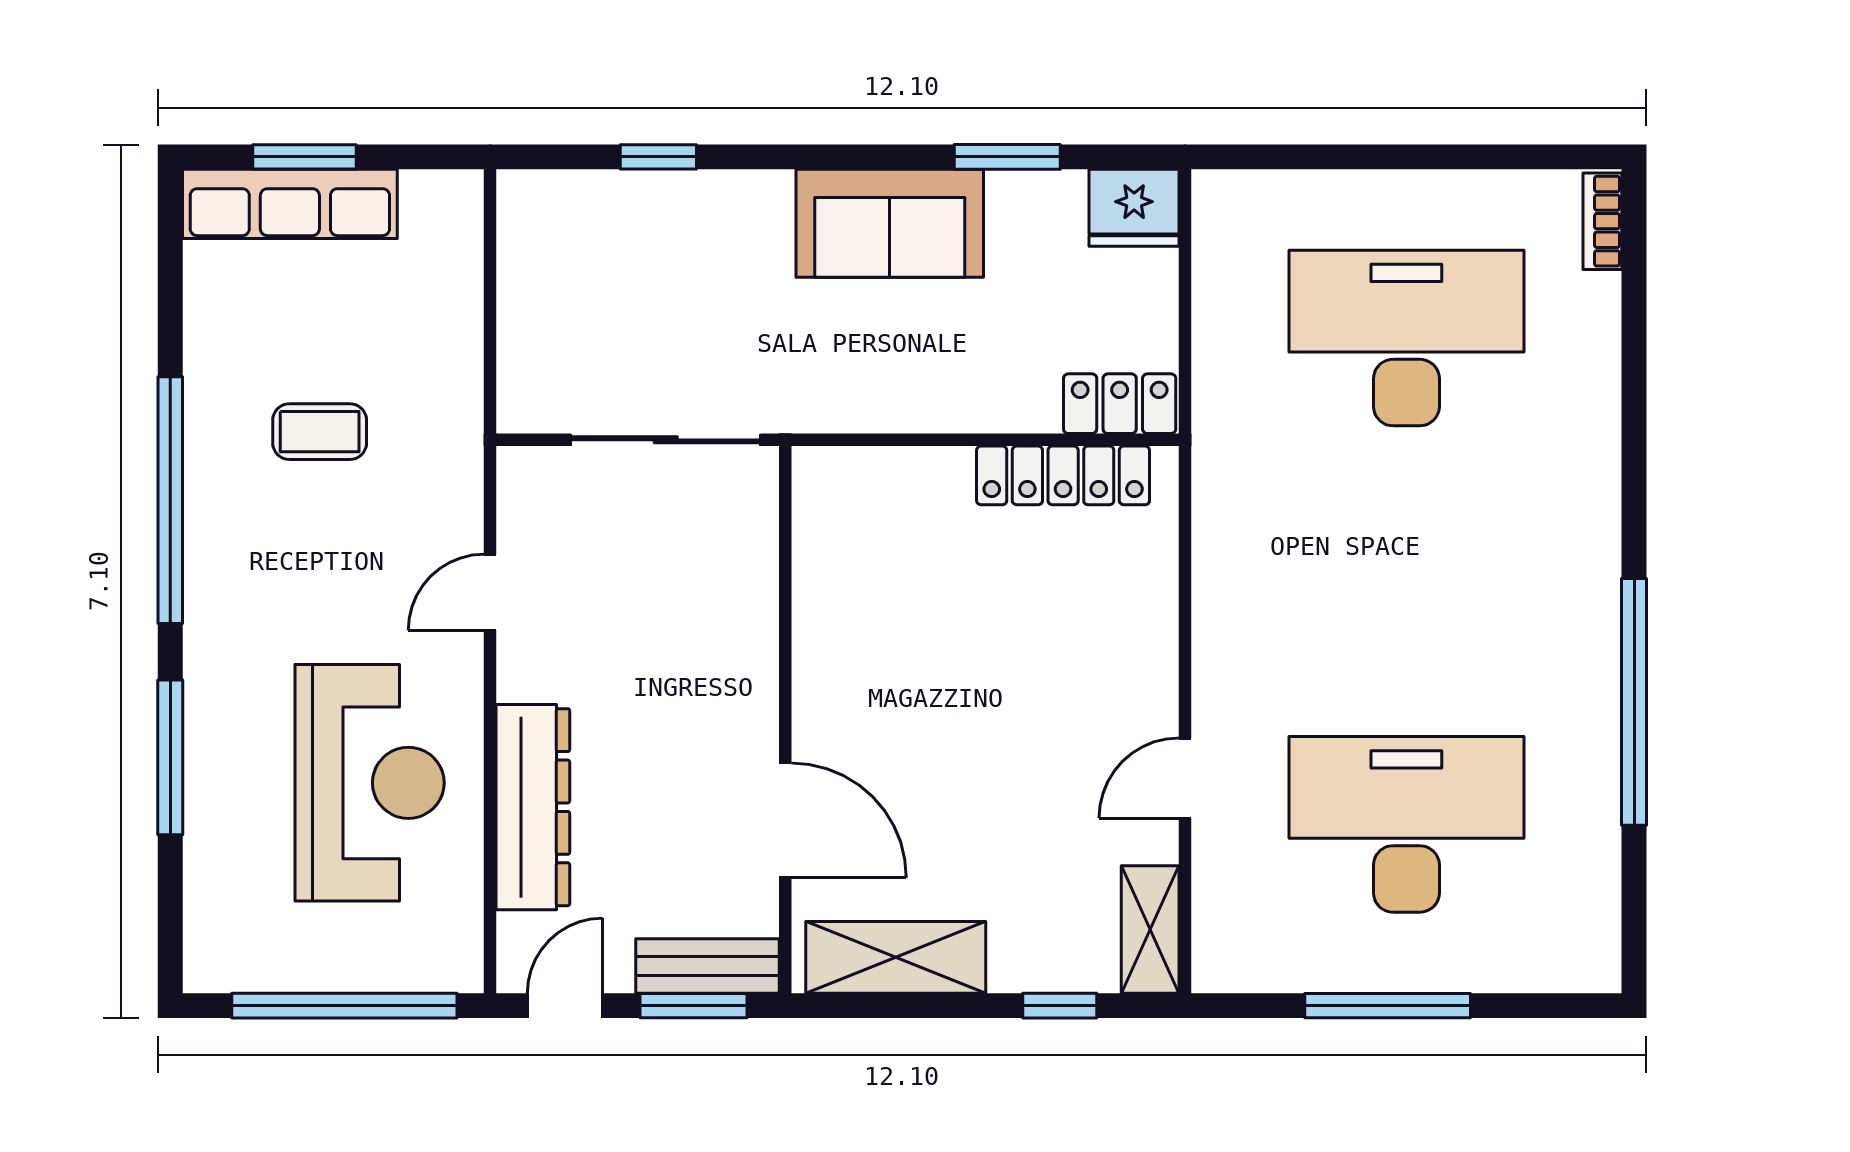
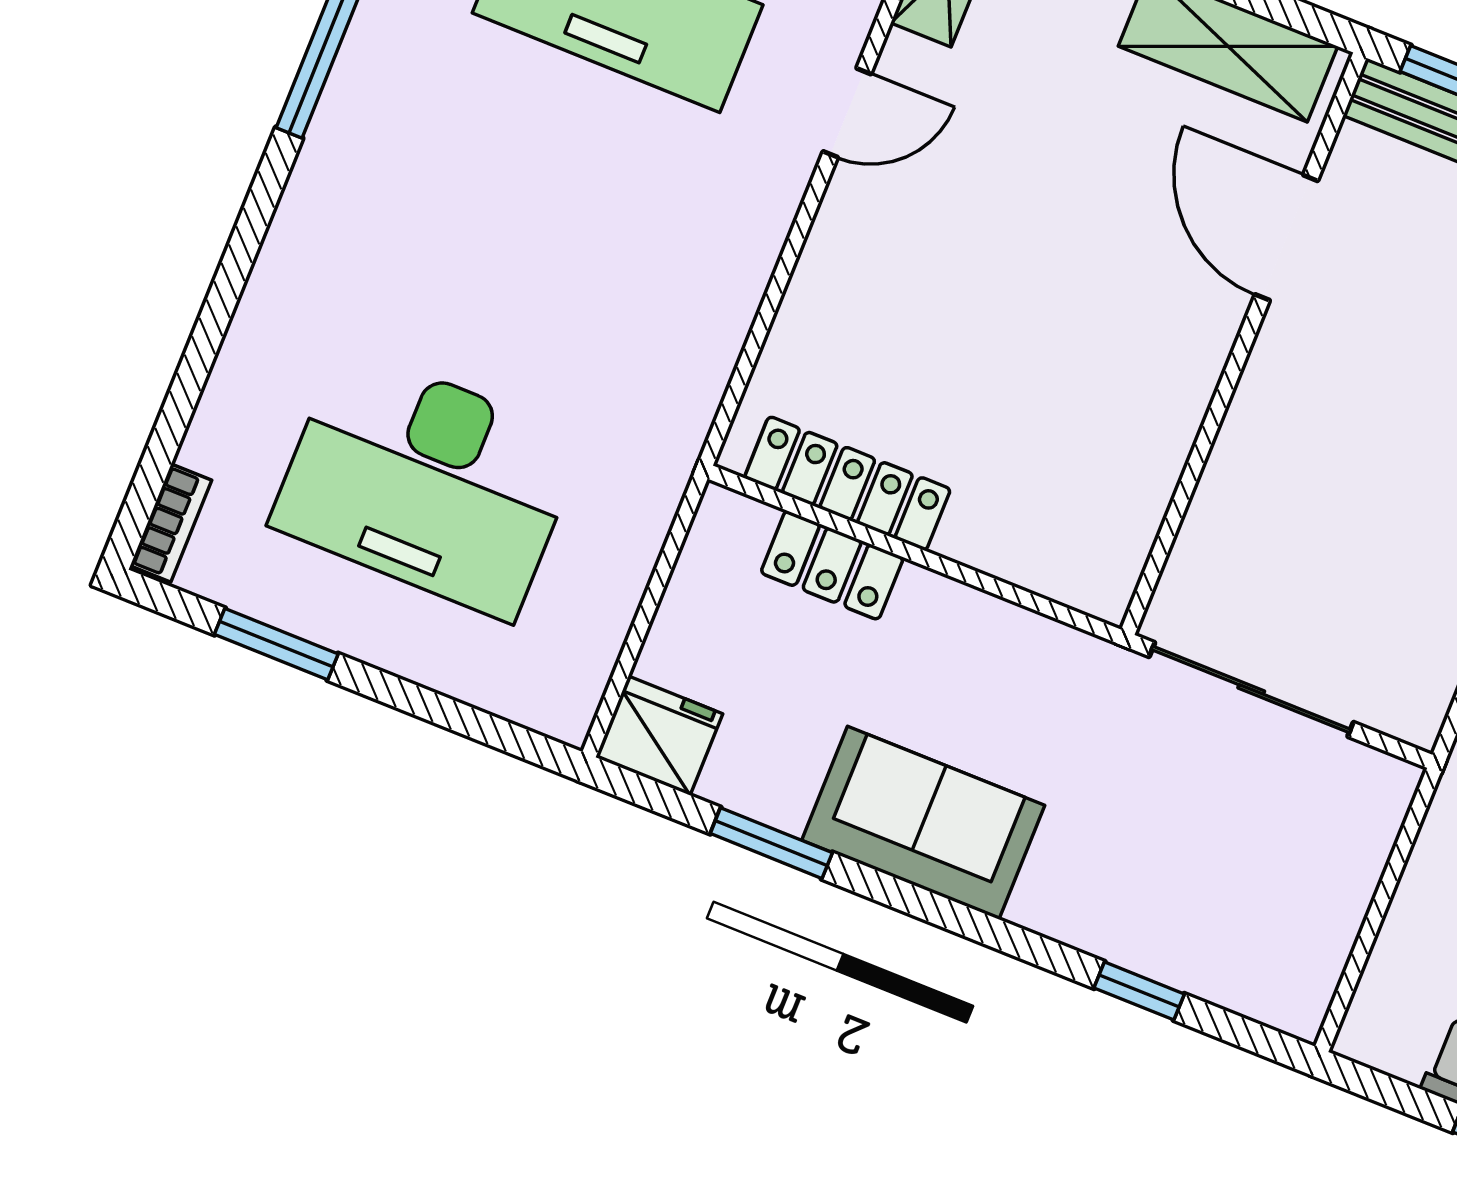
window: (1477, 157) -> (276, 644), added
locker: (1120, 404) -> (832, 565), moved

